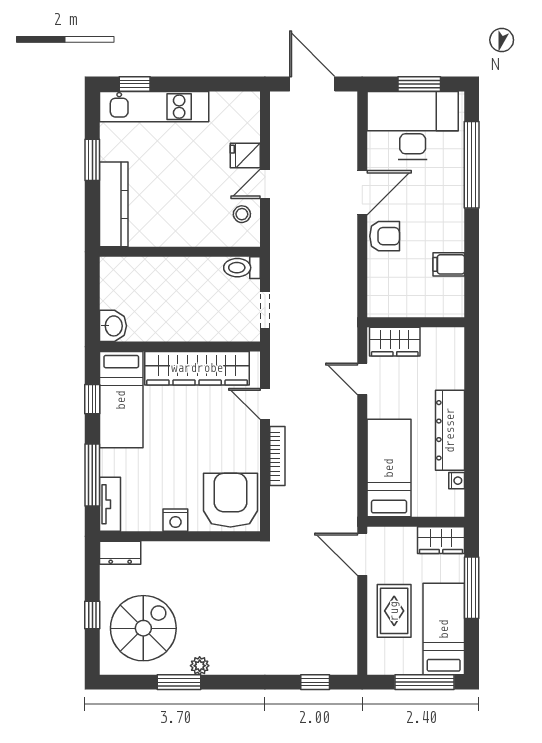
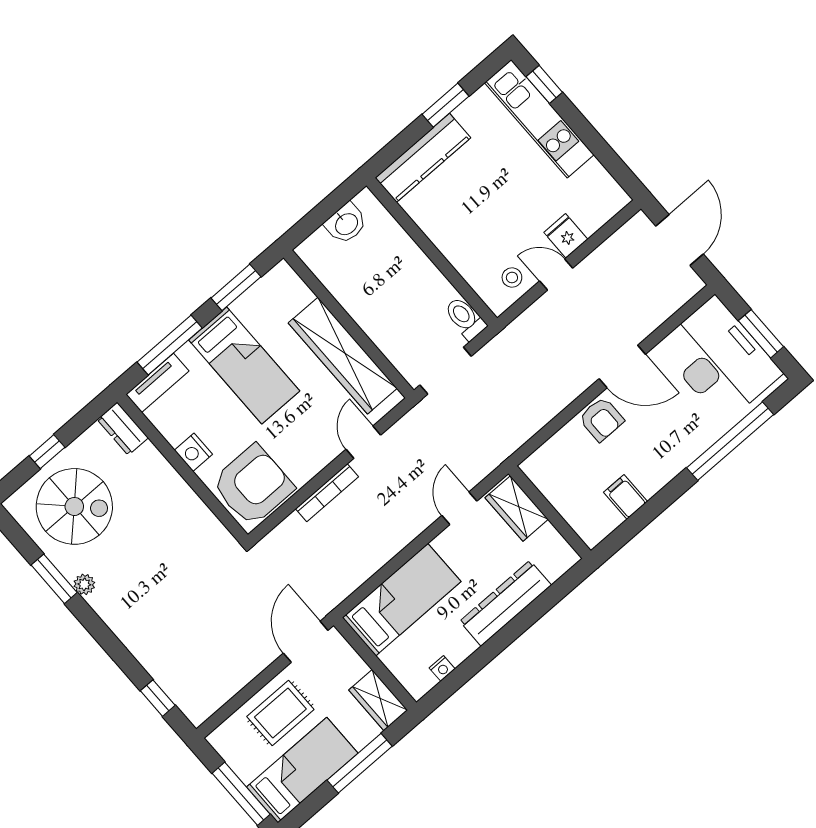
doorway: (265, 310) -> (446, 371), width x1.38
washbasin: (113, 326) -> (346, 223), moved
window: (92, 399) -> (236, 287), width x1.50
bed: (121, 400) -> (244, 365), moved, turned -90
dresser: (450, 430) -> (505, 603), moved

